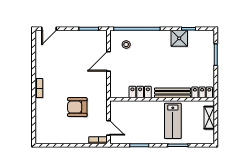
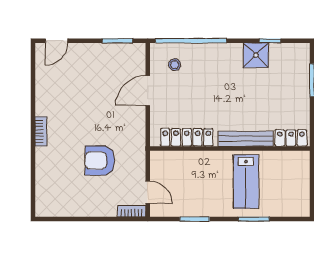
locker: (140, 92) -> (187, 137), width x1.53
shelving: (209, 118) -> (302, 177), removed

